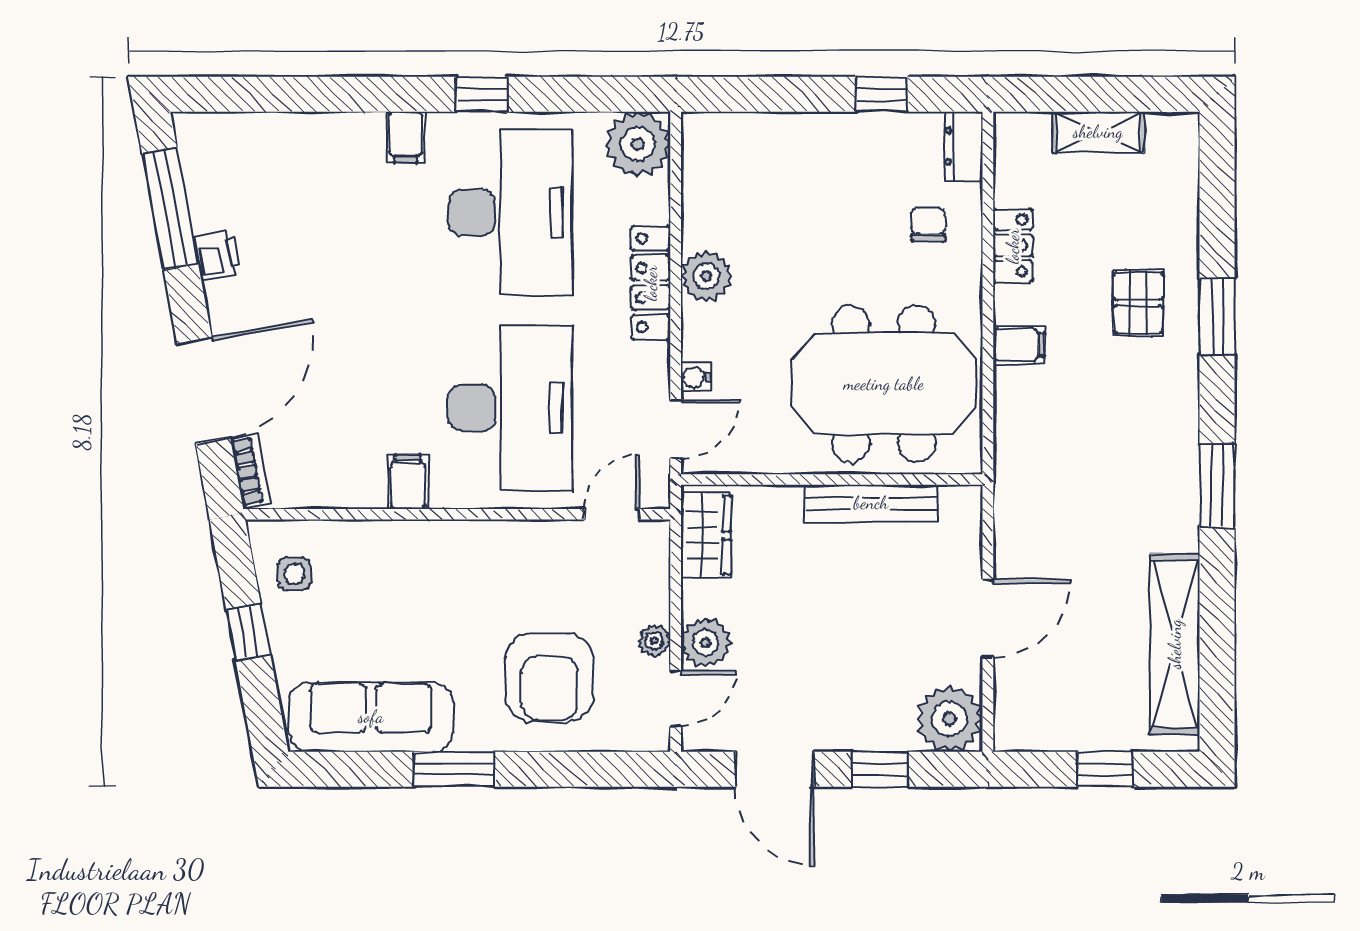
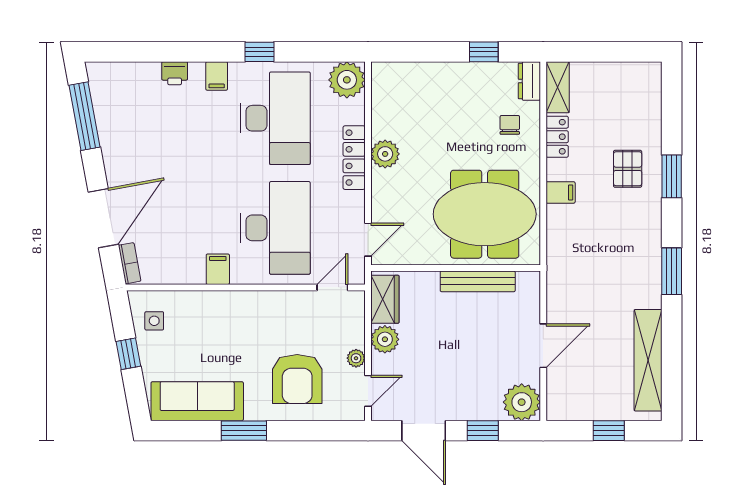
shelving: (1098, 132) -> (558, 87), moved, turned 90
printer: (218, 255) -> (175, 73), moved, turned 100
water cooler: (696, 377) -> (379, 211), removed
plant: (706, 643) -> (385, 339), moved

